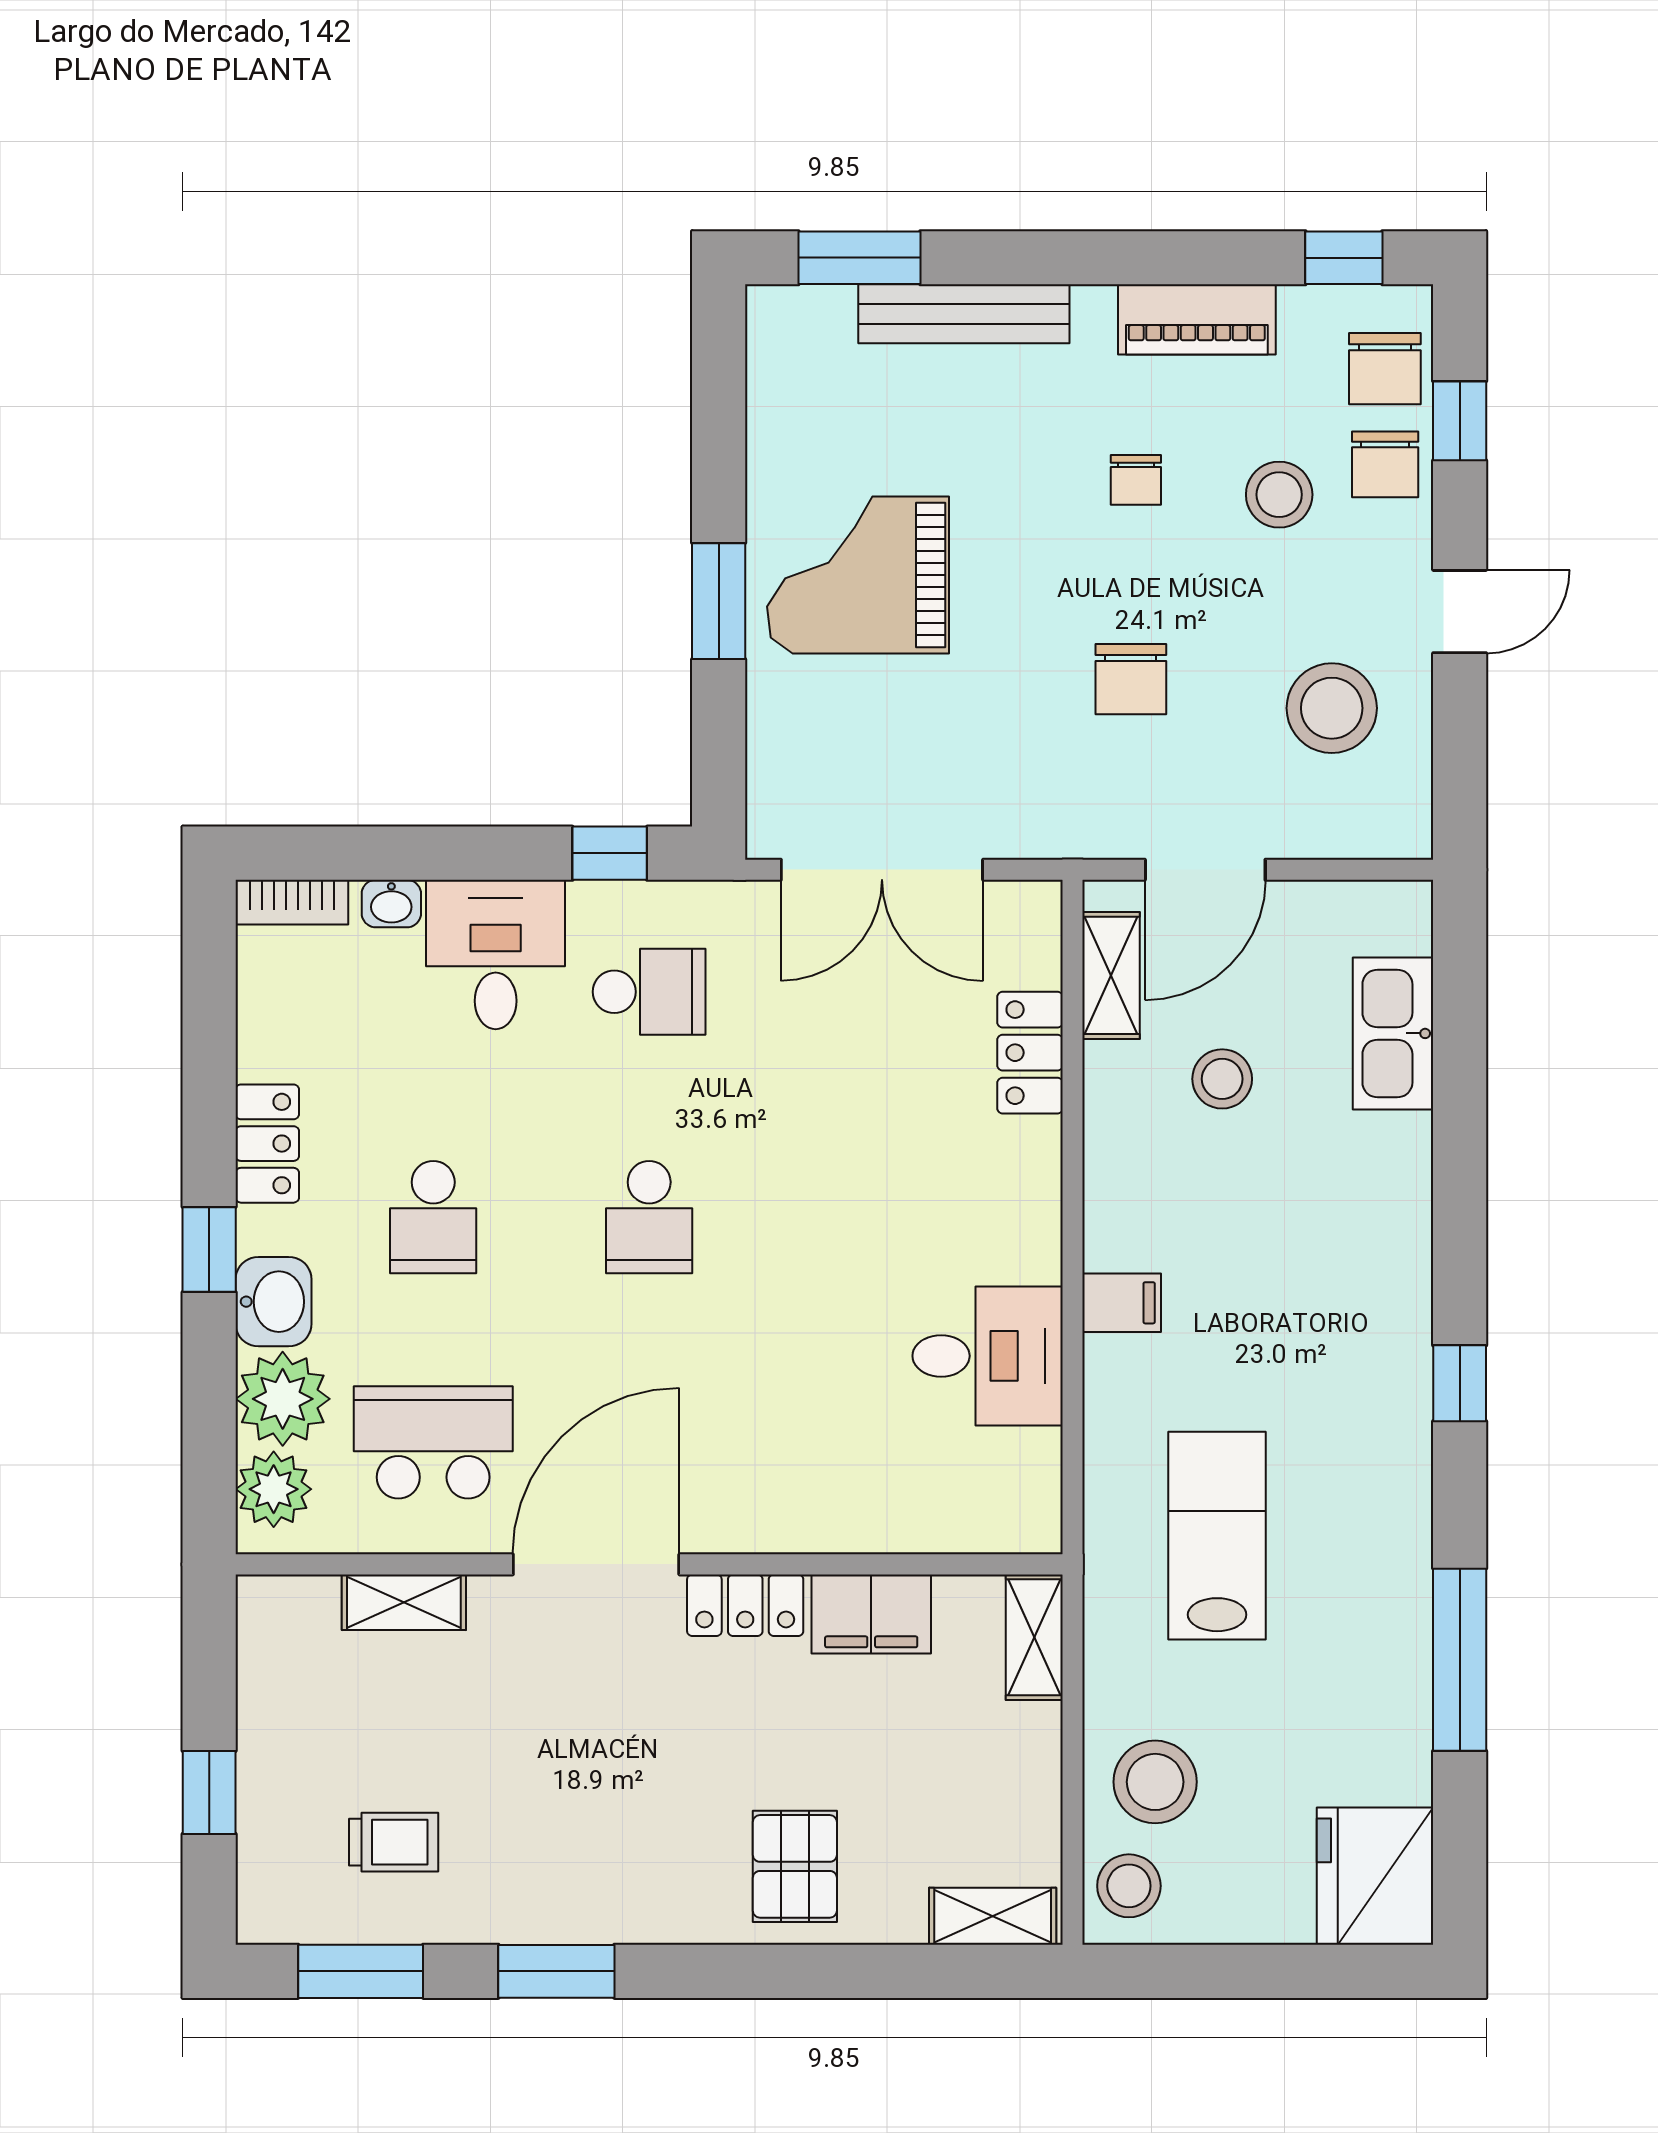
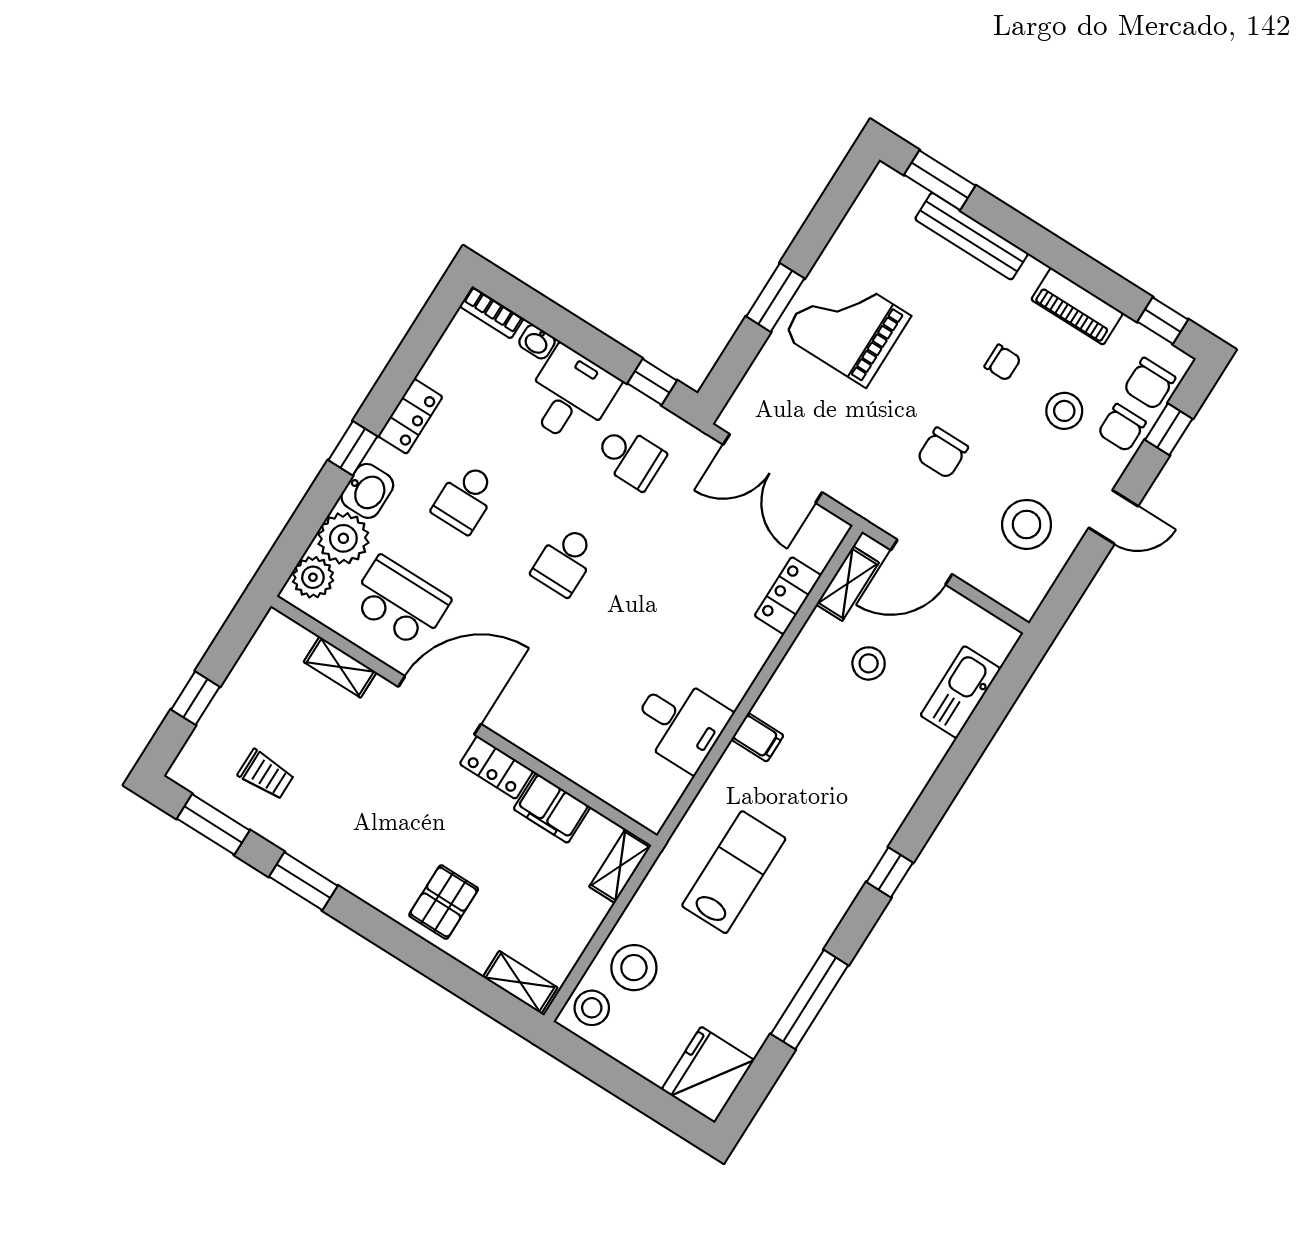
chair: (1136, 480) -> (1003, 363), turned -90

